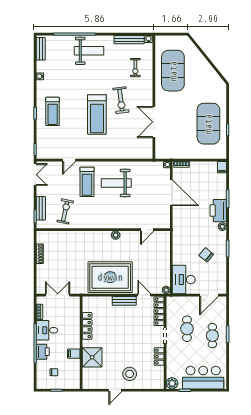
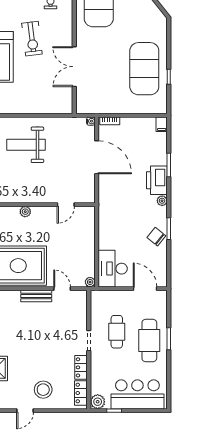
chair: (206, 255) -> (156, 237), moved
door: (209, 295) -> (145, 289), swing flipped
locker: (159, 311) -> (81, 393), moved, width x0.66
cafe table: (212, 336) -> (149, 341), width x1.37, depth x1.35

